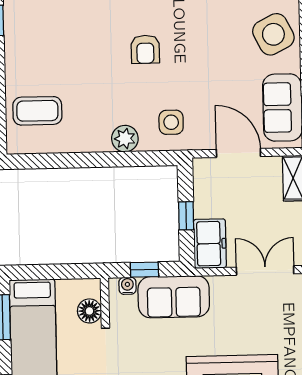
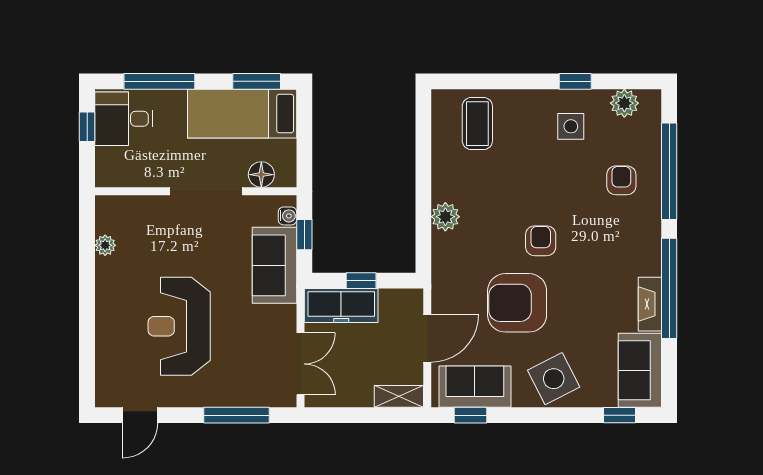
armchair: (145, 49) -> (541, 241), turned 90
armchair: (204, 70) -> (517, 303), added
side table: (171, 122) -> (571, 126), moved
freezer: (210, 244) -> (341, 305), width x1.40

